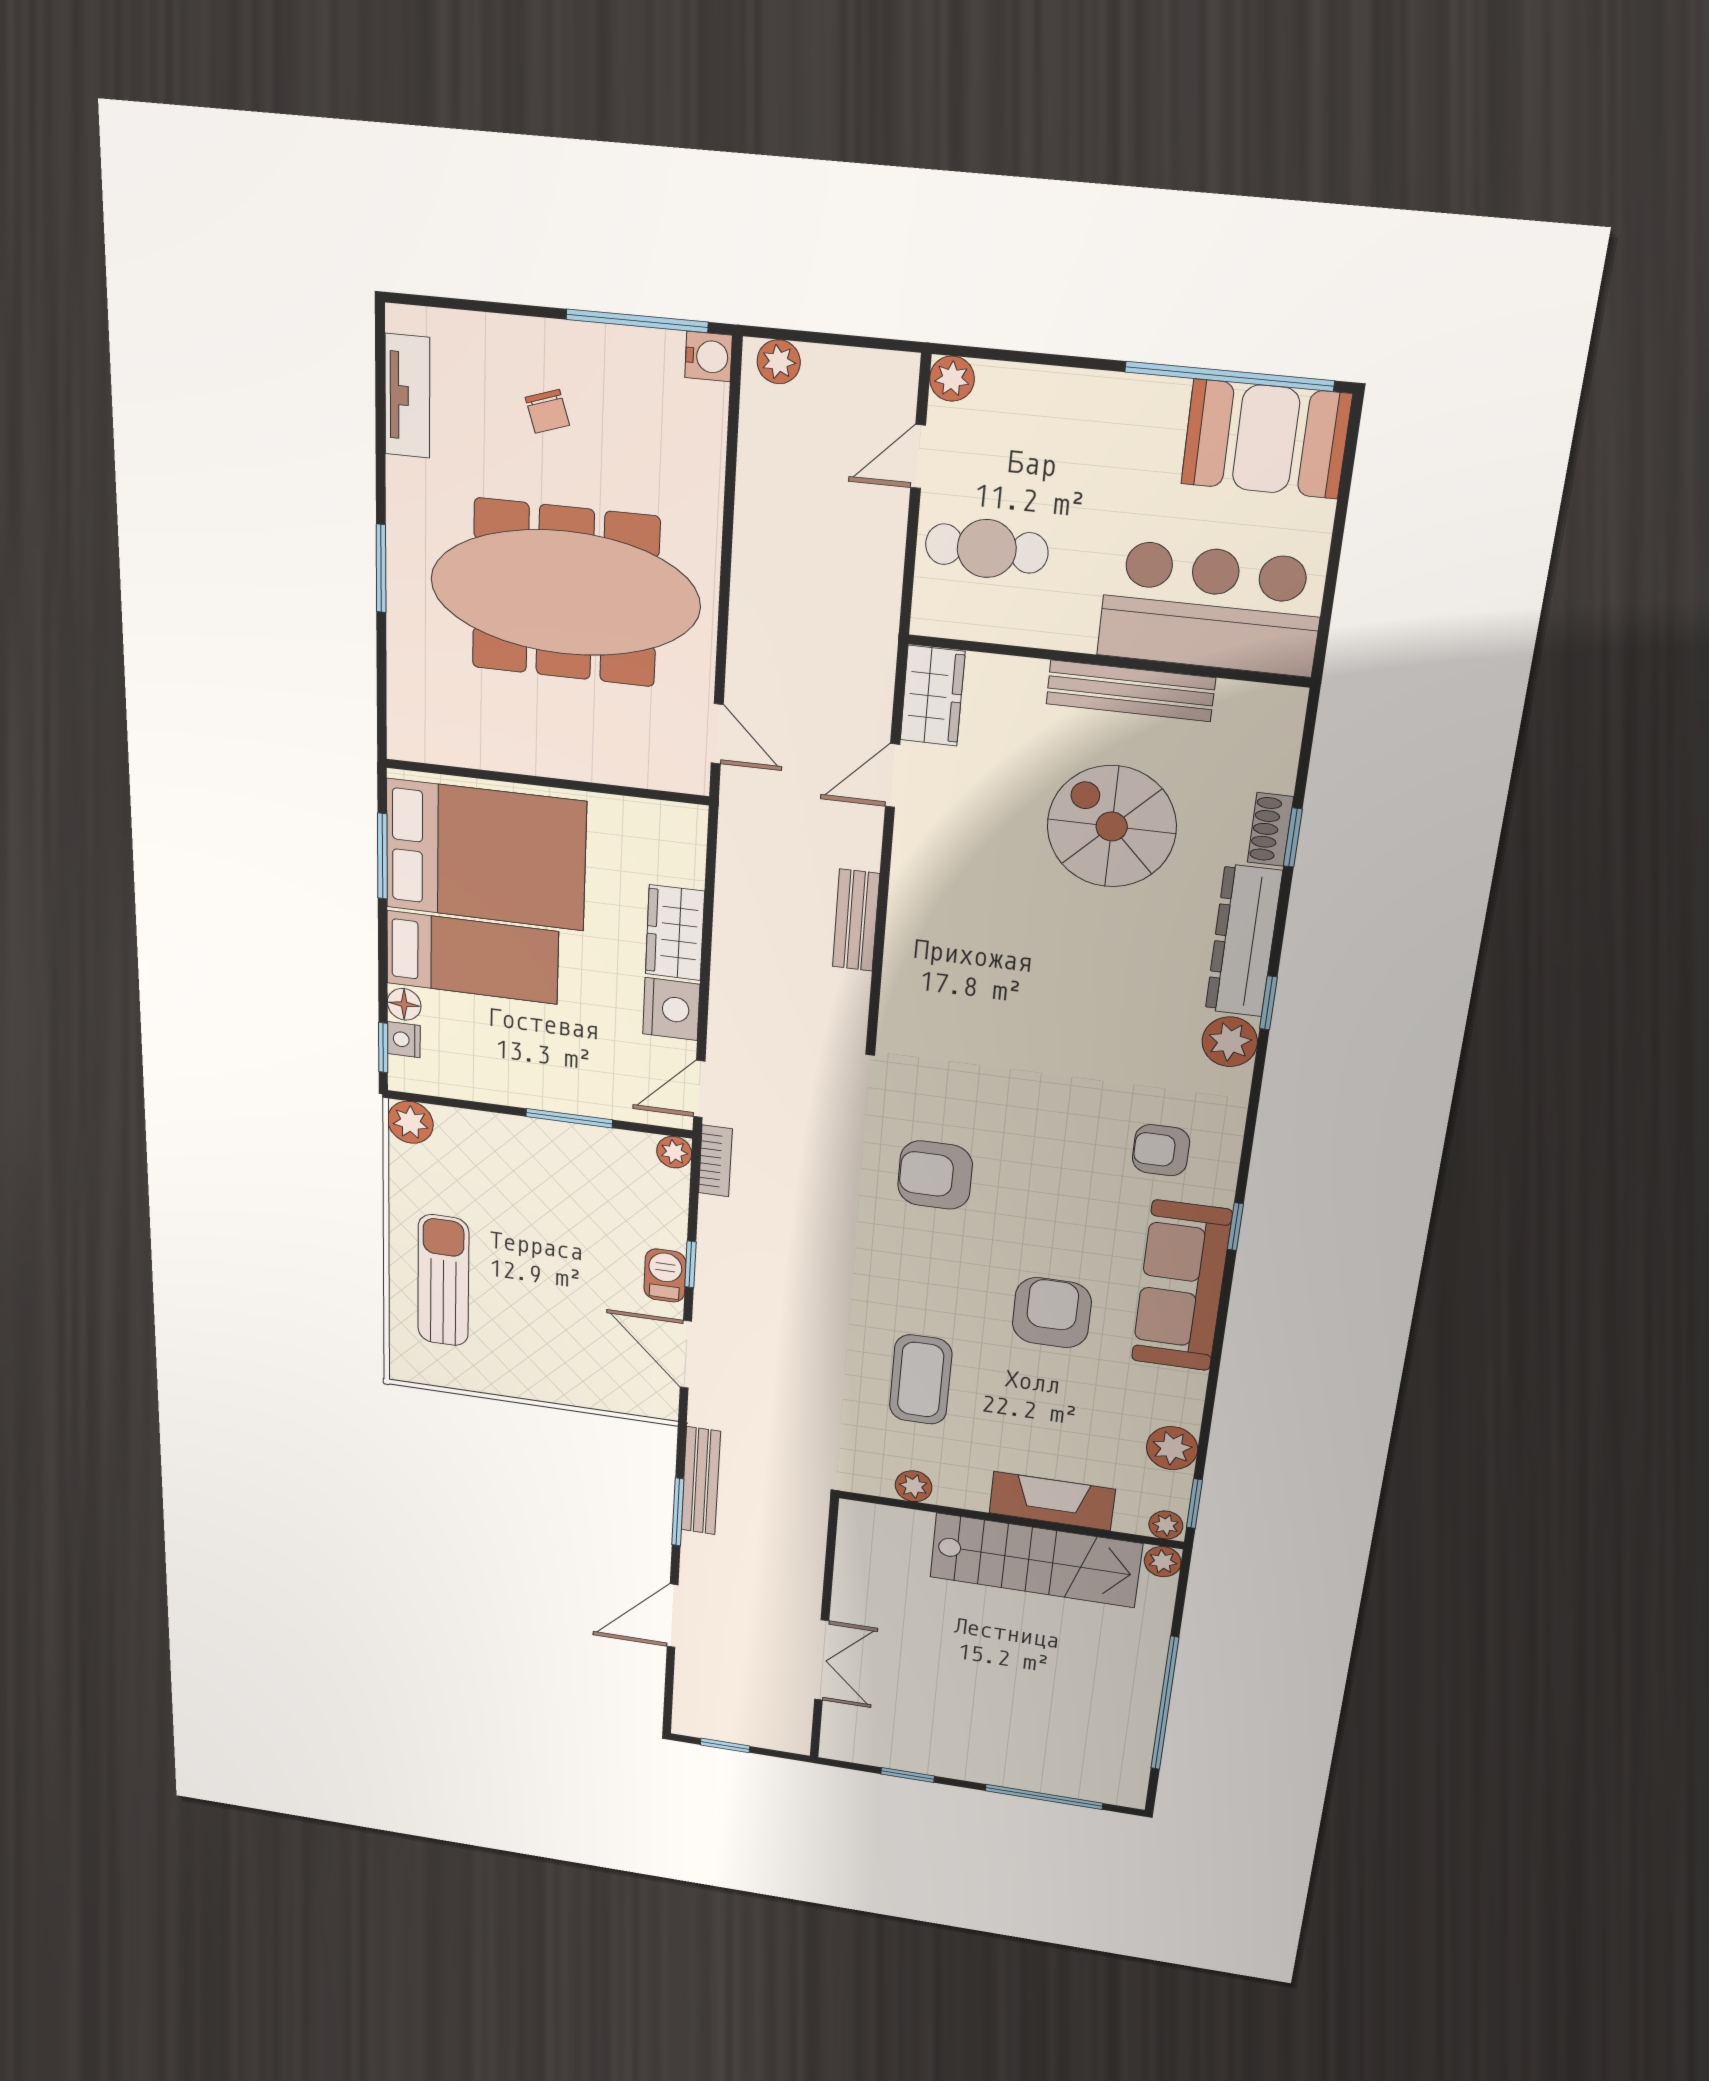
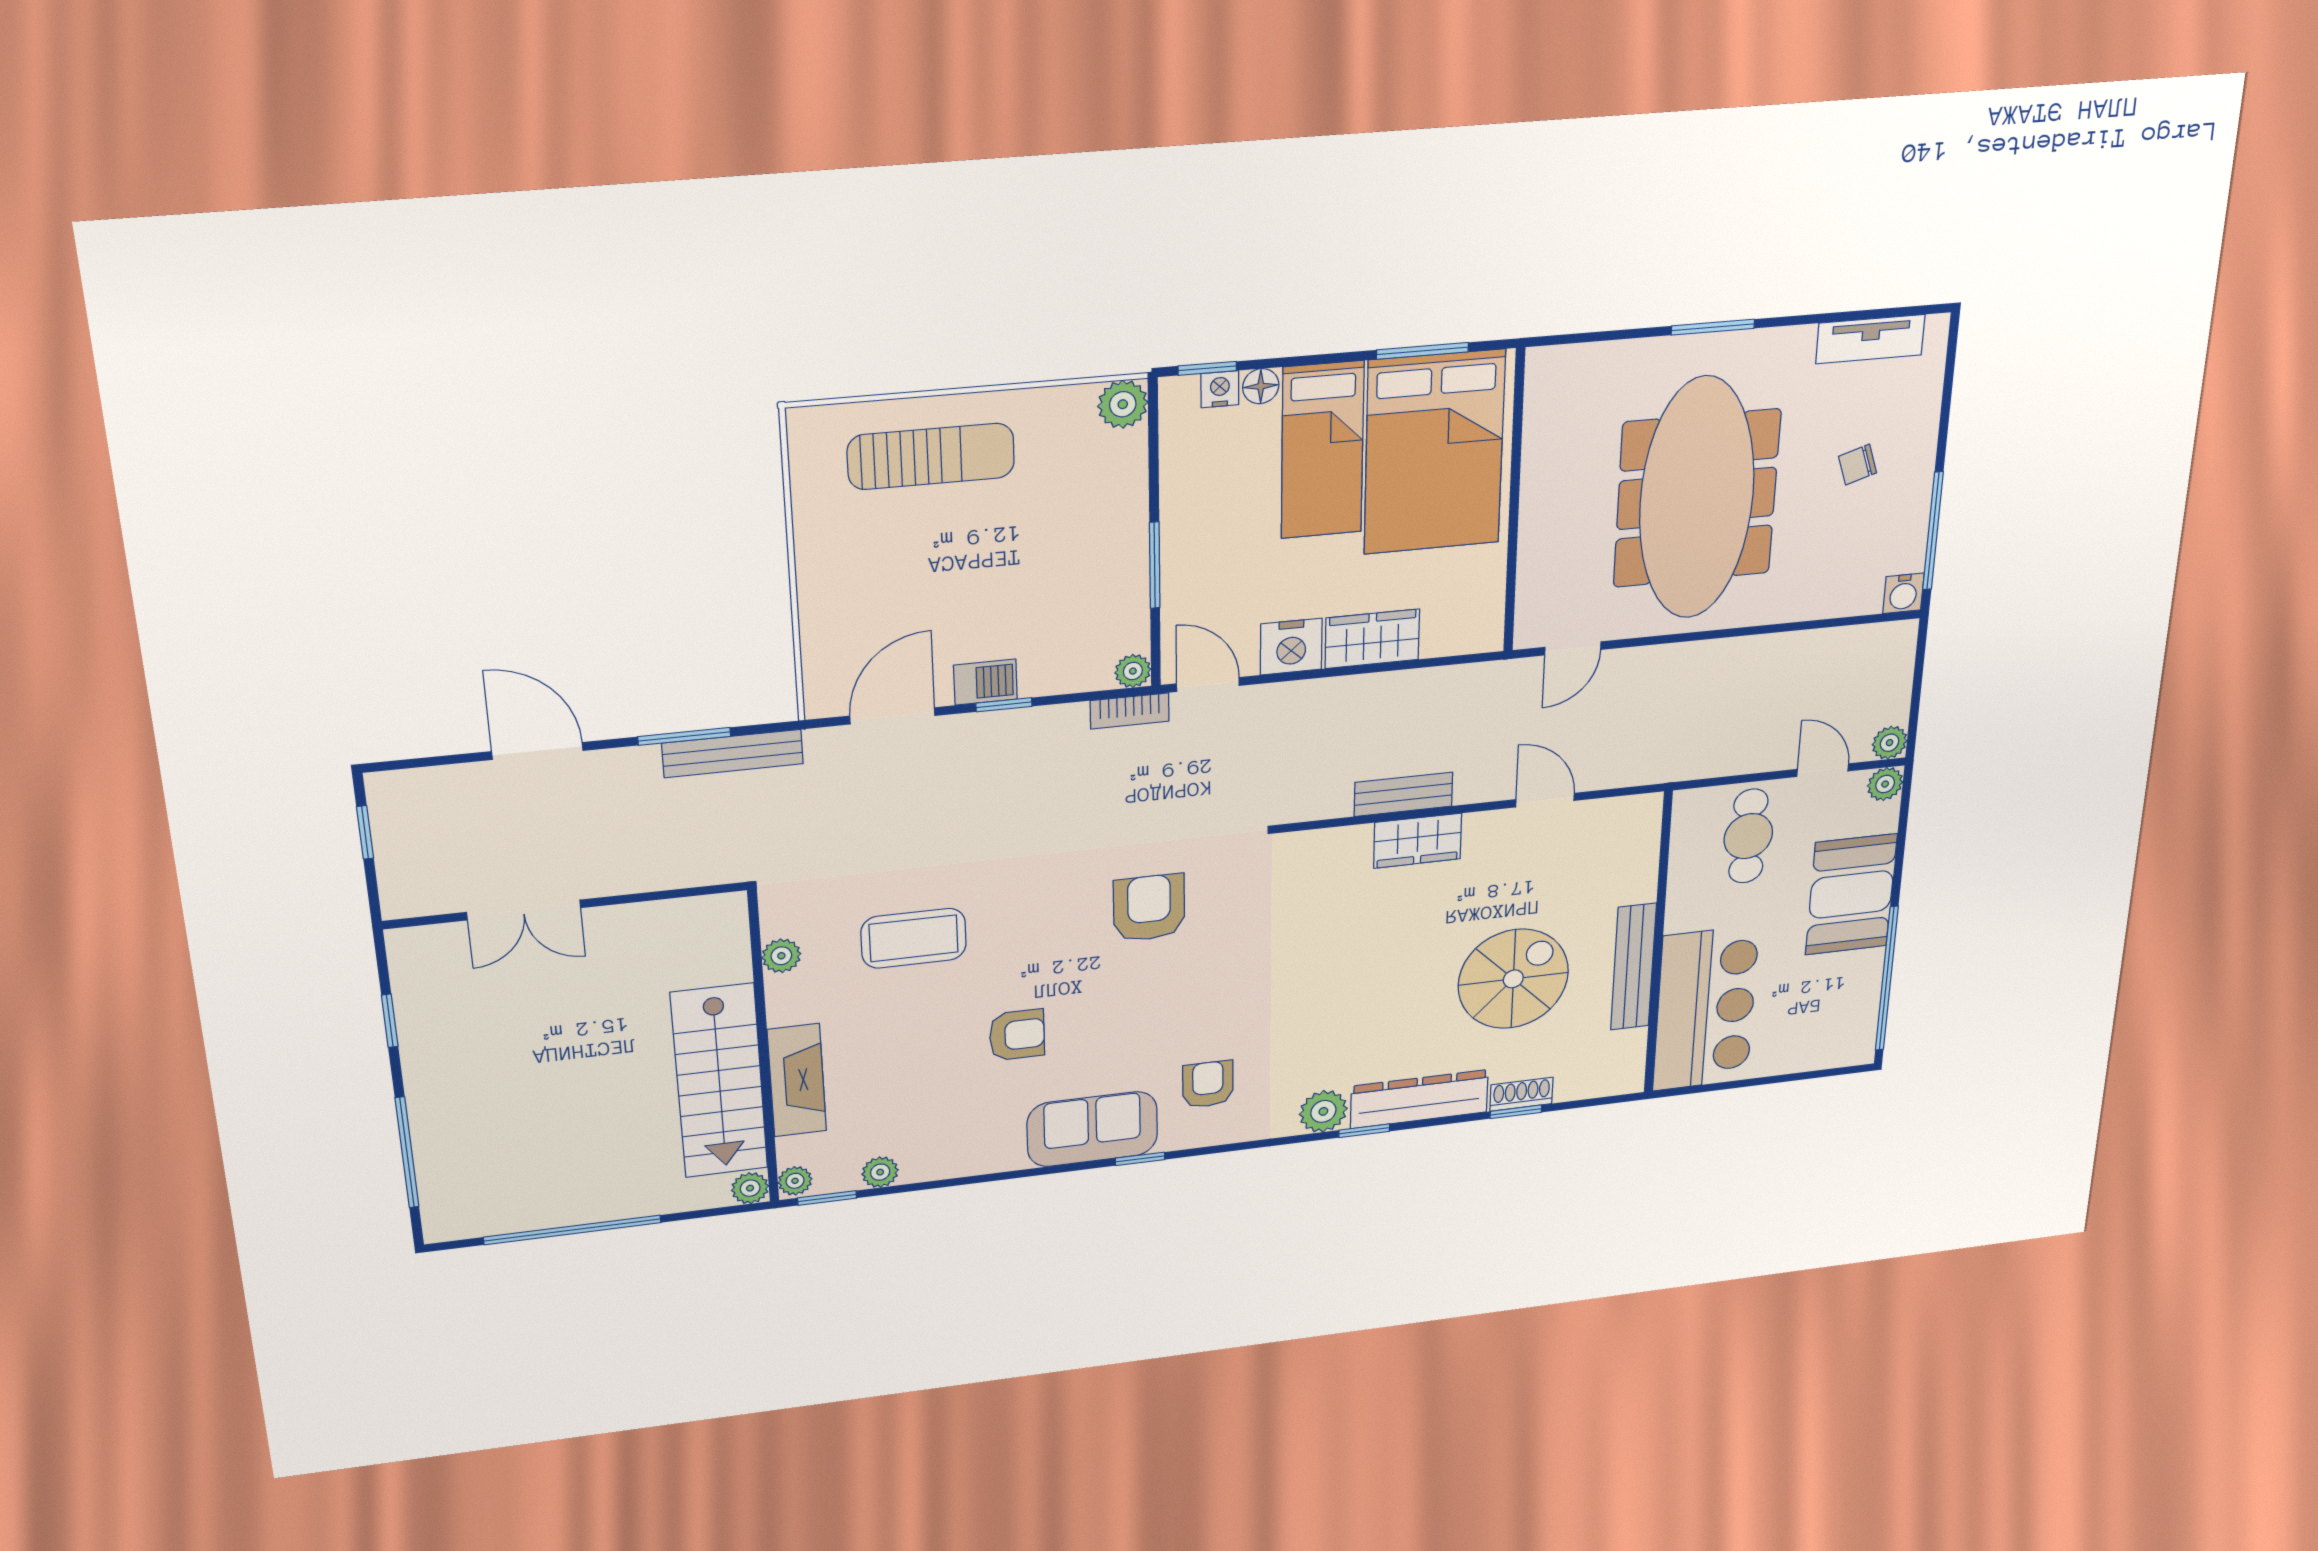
plant: (779, 362) -> (1890, 743), moved
booth: (1266, 439) -> (1851, 894), moved
wardrobe: (933, 696) -> (1418, 841), moved
sofa: (1181, 1286) -> (1092, 1129), width x0.73
armchair: (1052, 1313) -> (1017, 1035), width x0.72, depth x0.72
plant: (1172, 1448) -> (880, 1172), width x0.73, depth x0.73

